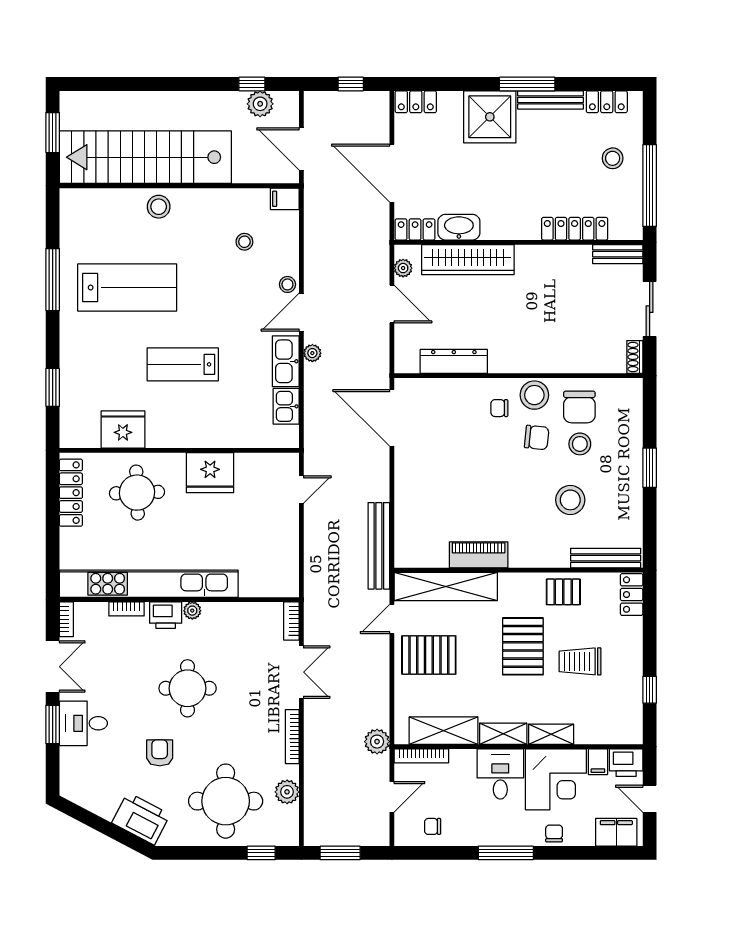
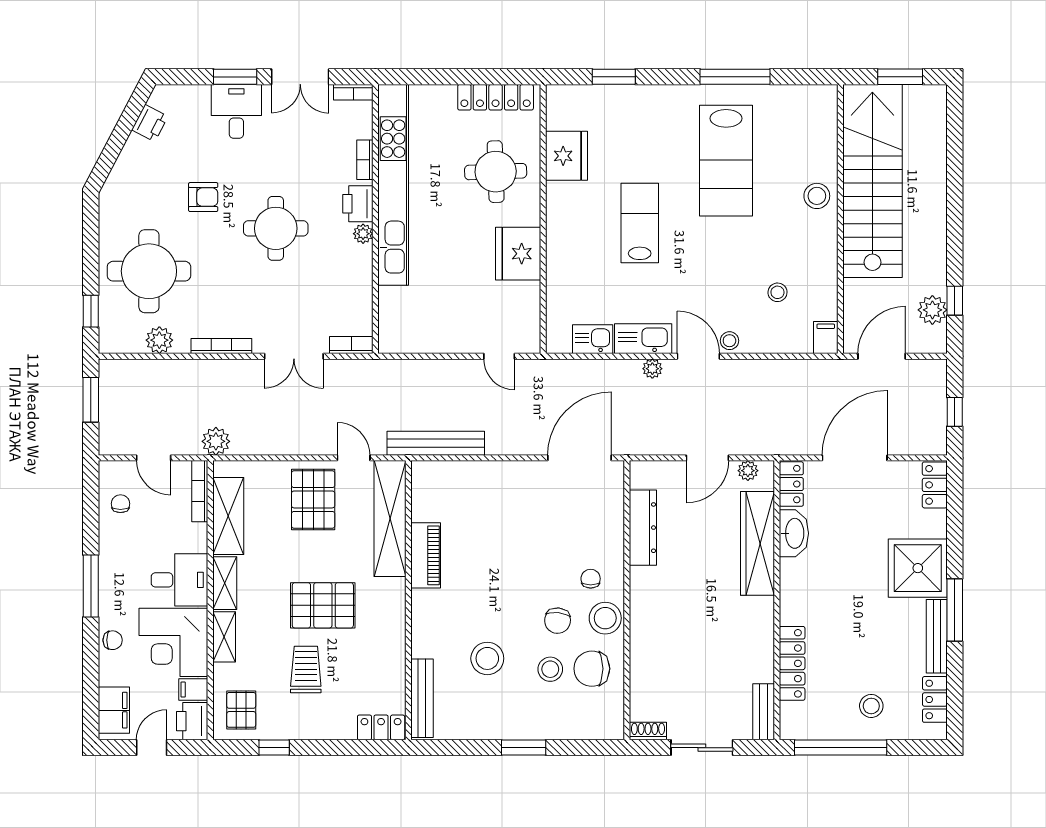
pallet: (563, 592) -> (241, 710), moved
printer: (141, 819) -> (150, 123), moved, width x0.53, depth x0.68

